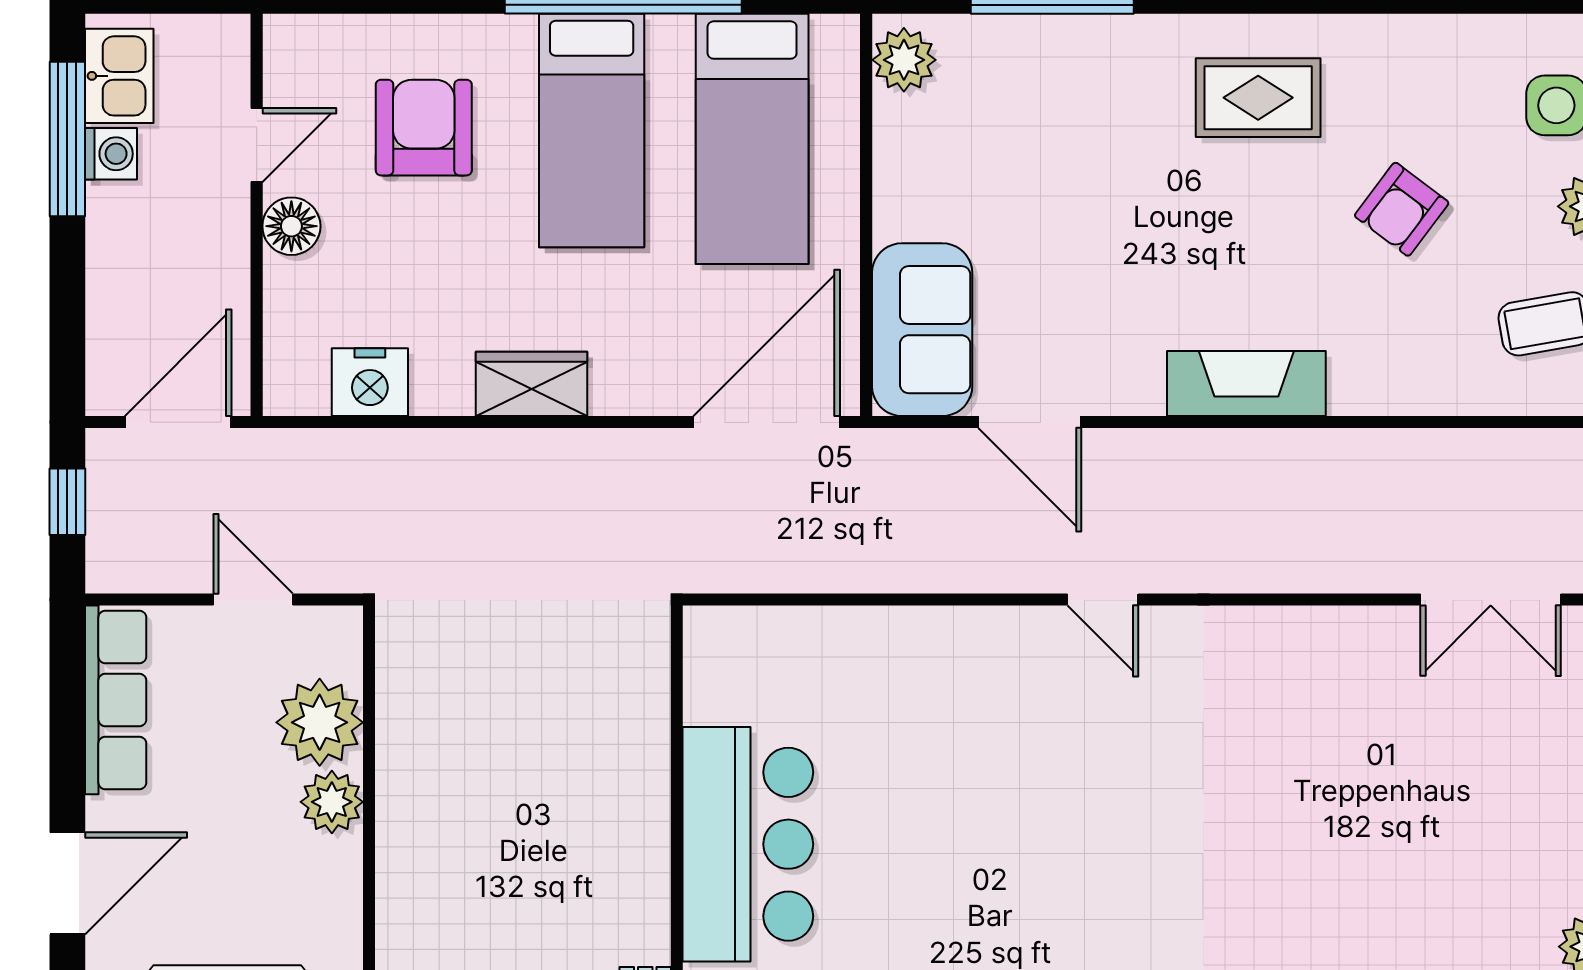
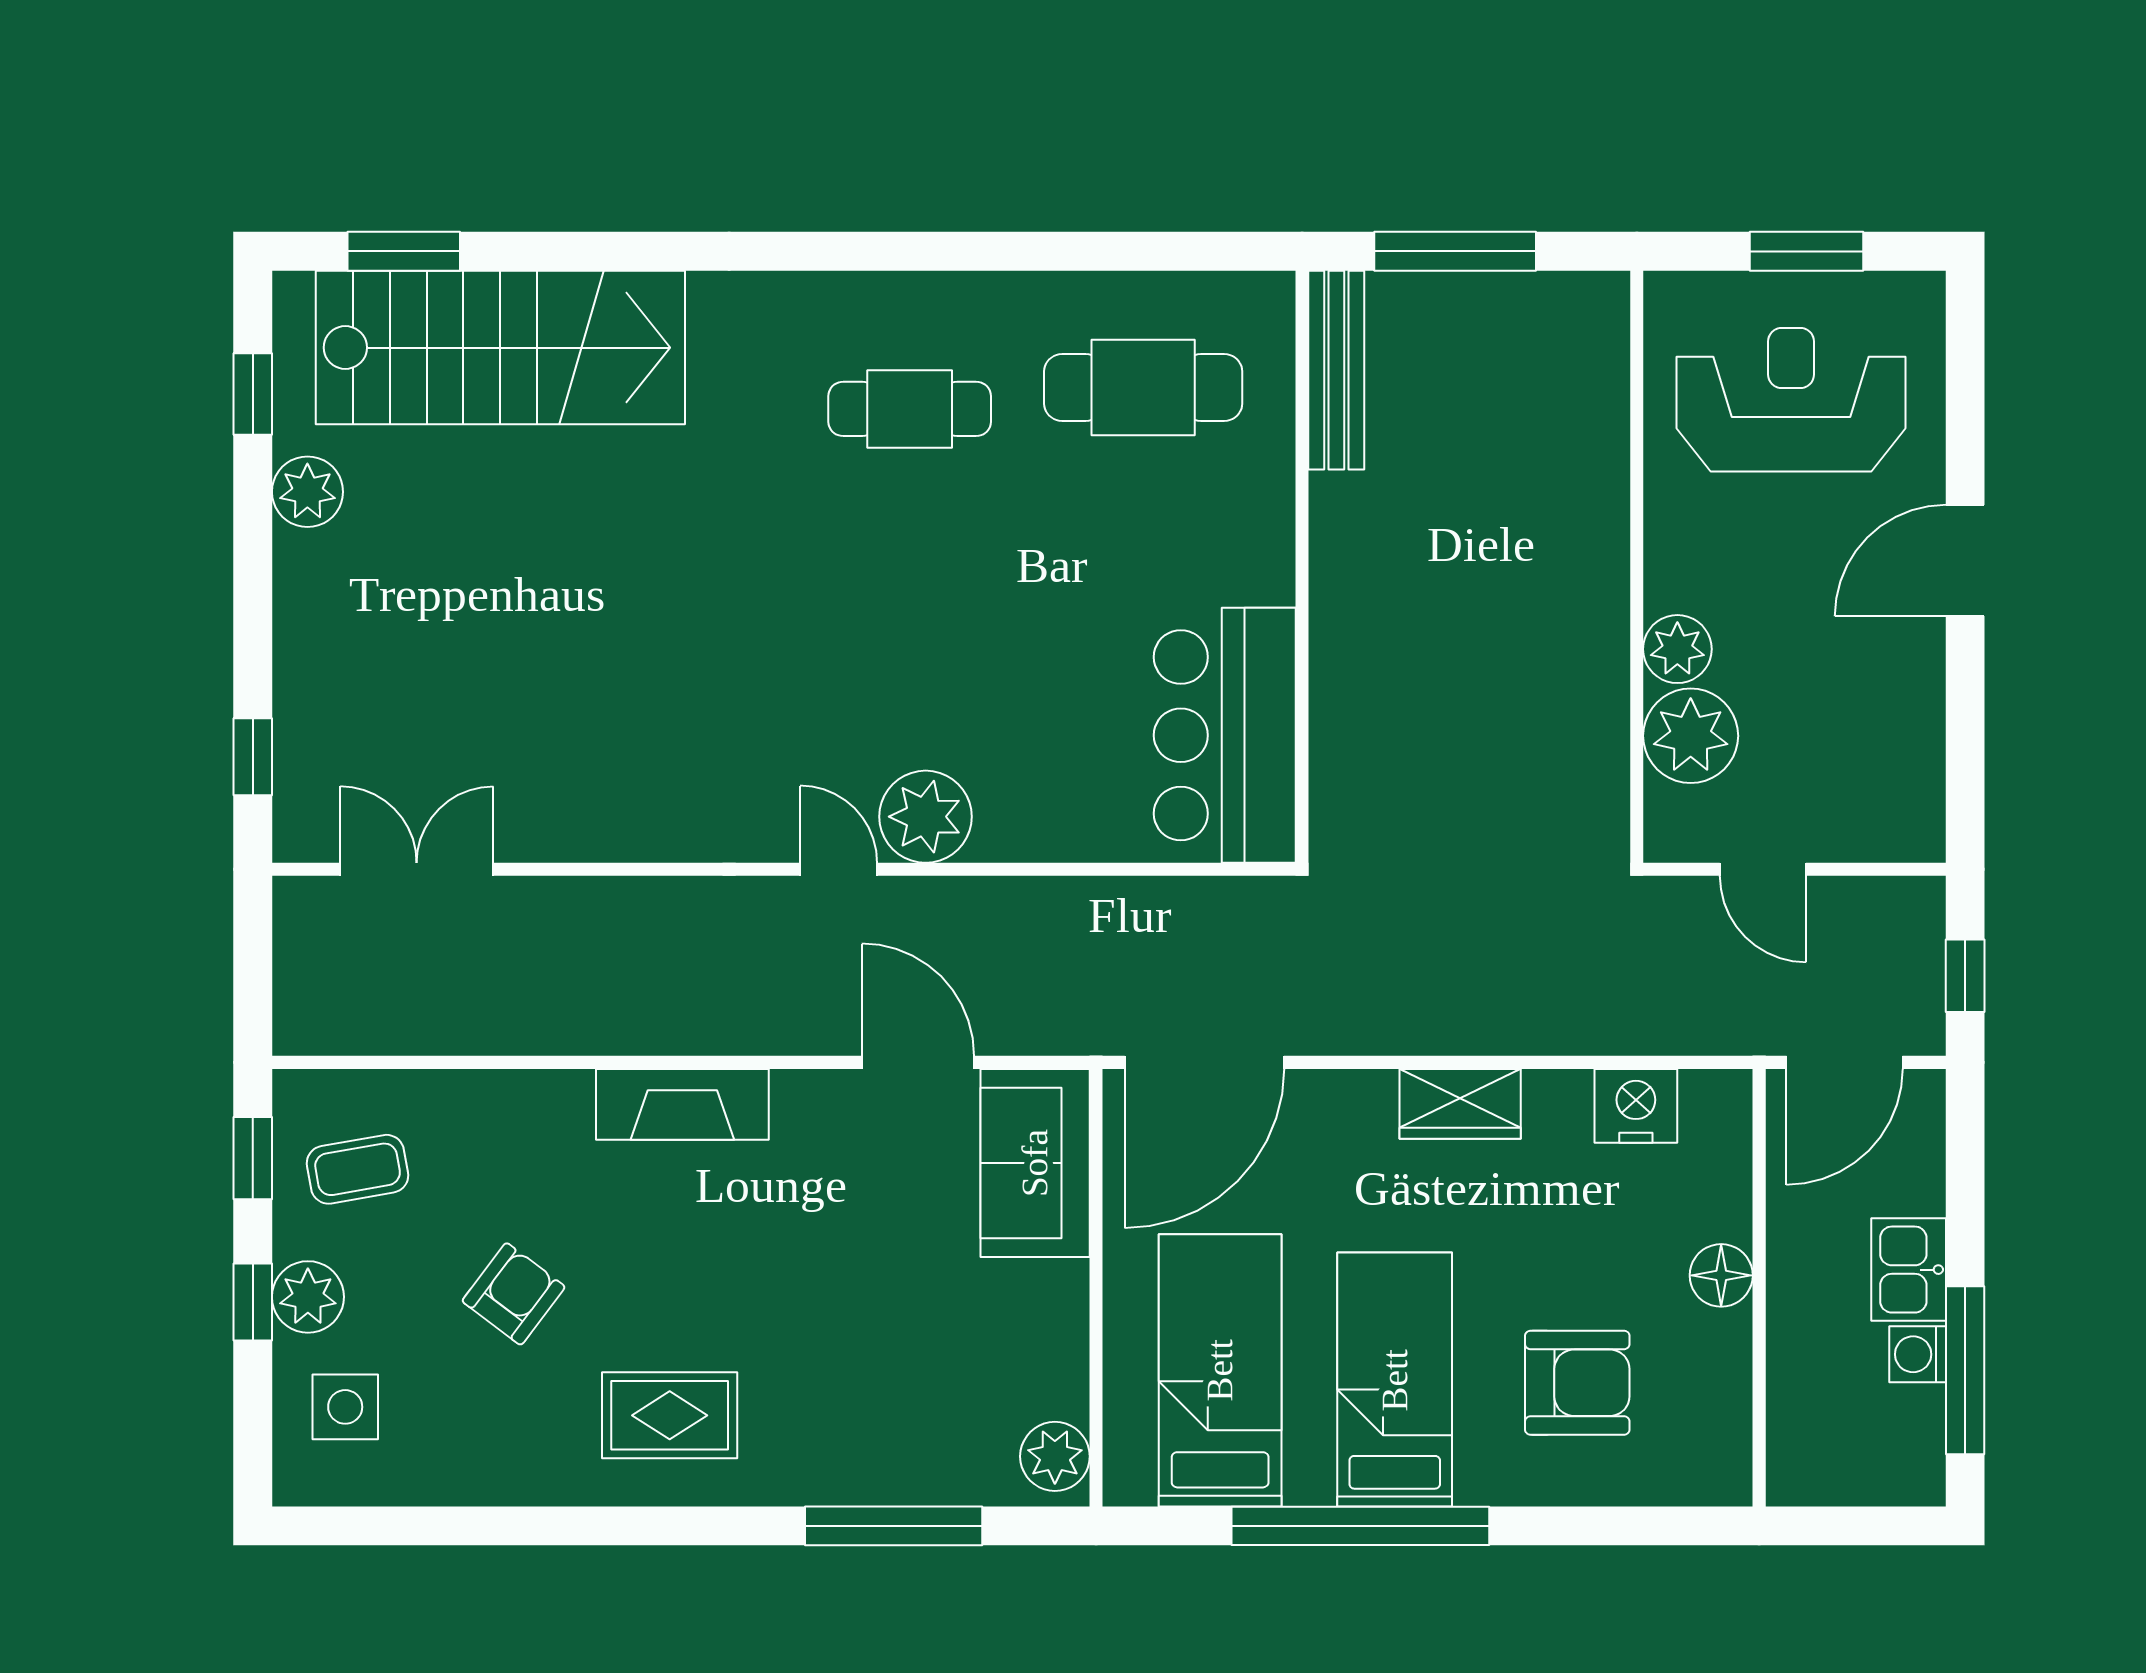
kitchen sink: (119, 76) -> (1909, 1270), moved
armchair: (424, 128) -> (1577, 1383), turned -90
door: (257, 145) -> (1759, 1364), removed
plant: (1023, 648) -> (926, 817), added
row of seats: (116, 700) -> (1913, 760), removed
bar counter: (748, 844) -> (1225, 735), moved

